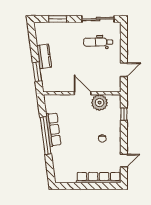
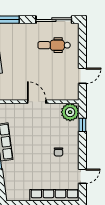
plant: (100, 103) -> (70, 112), moved

